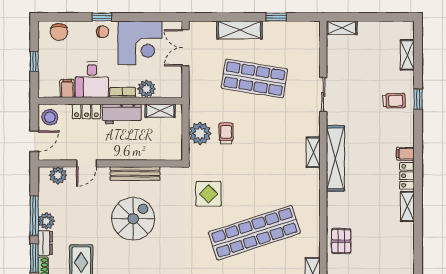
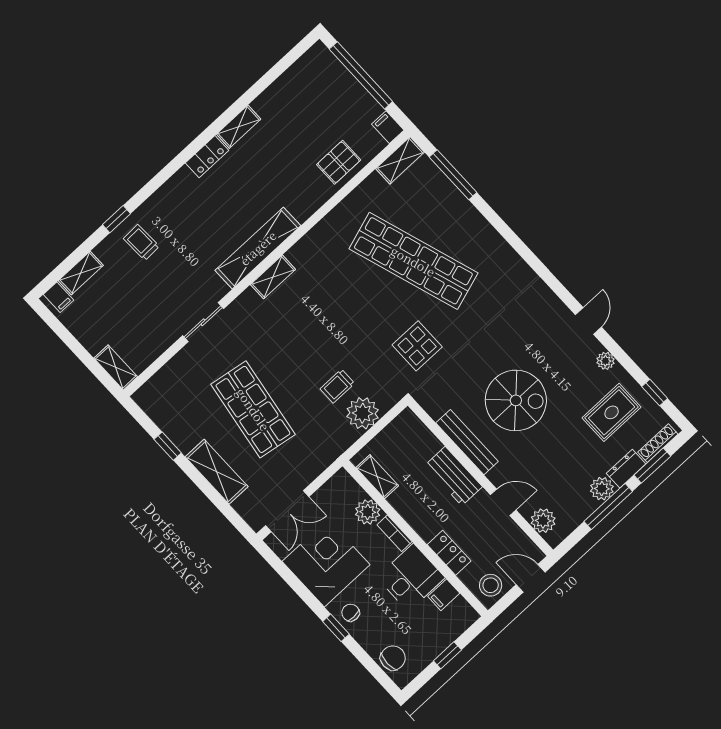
workbench: (122, 114) -> (453, 476), moved, turned 180
filing cabinet: (405, 154) -> (58, 297), moved
spiral stairs: (133, 219) -> (516, 400), turned 180

